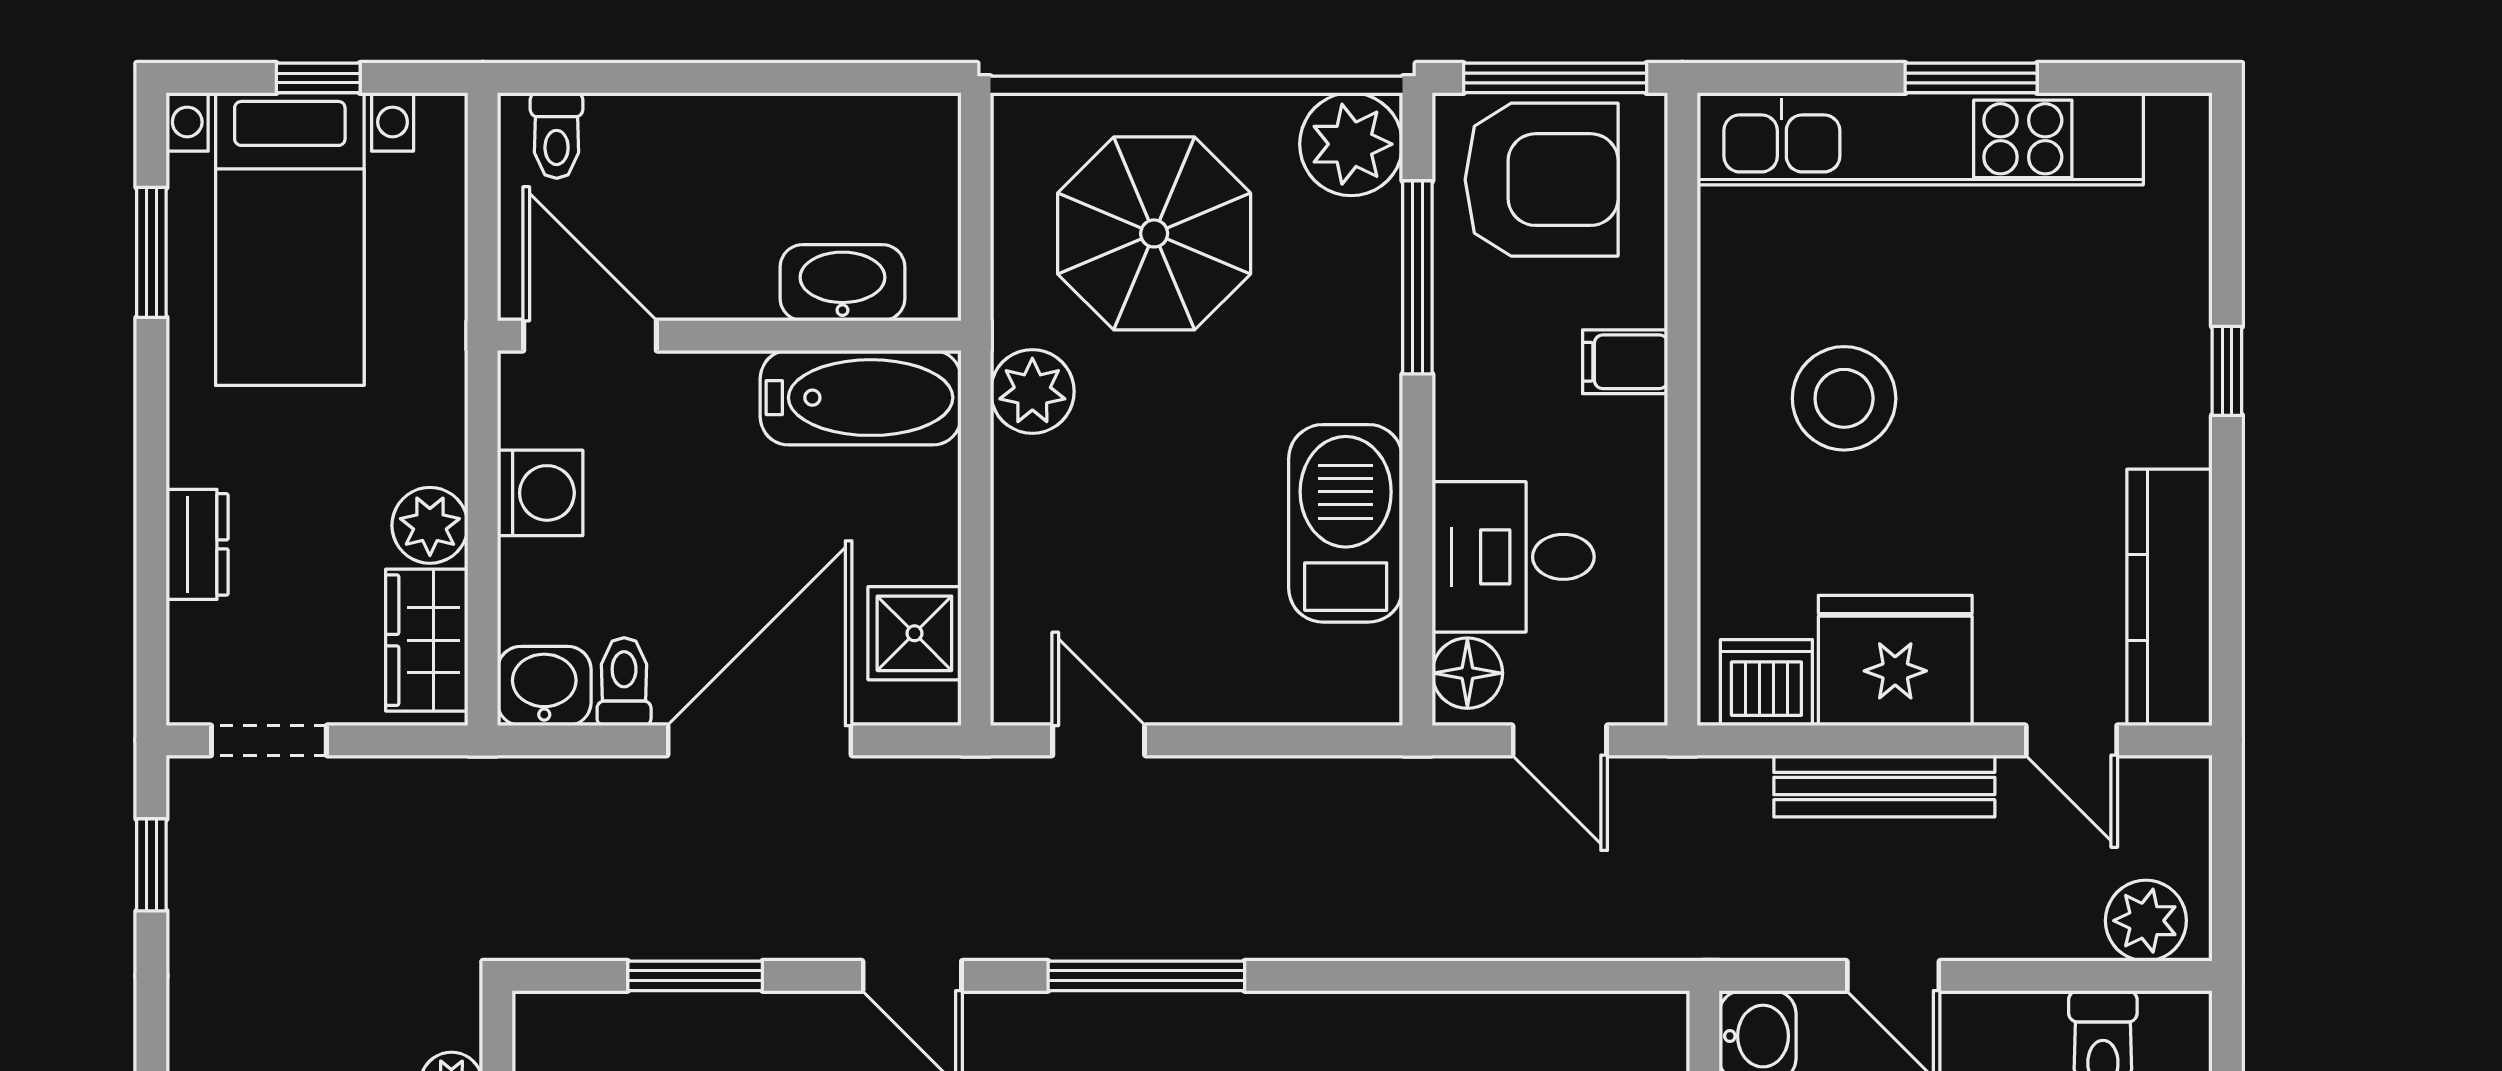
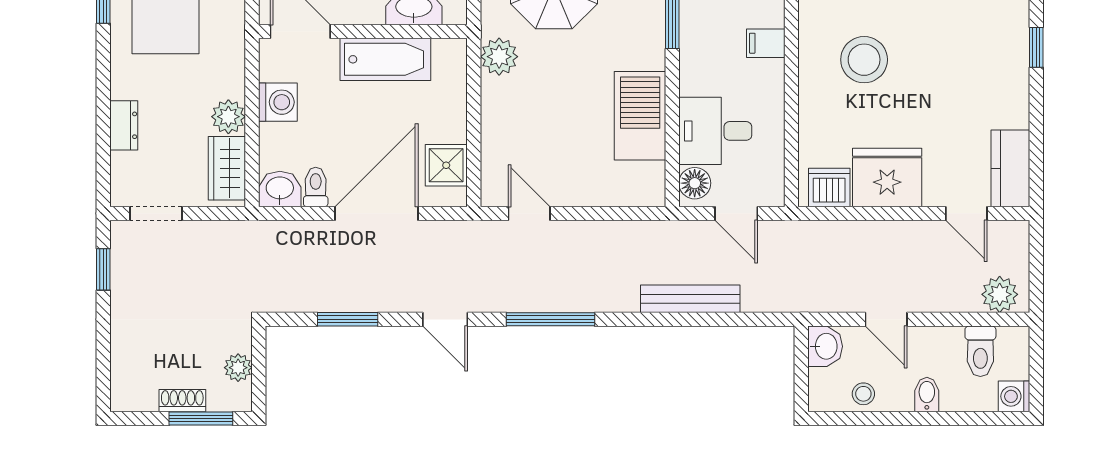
bathtub: (861, 398) -> (385, 59), moved
kitchen counter: (2169, 597) -> (1010, 168), width x0.67
bench: (1884, 786) -> (690, 299), moved

